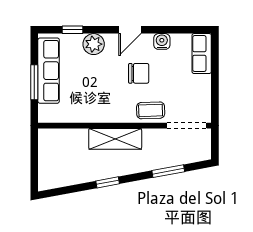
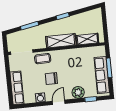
row of seats: (202, 54) -> (17, 88), width x1.48
shelving: (68, 137) -> (87, 39), added

